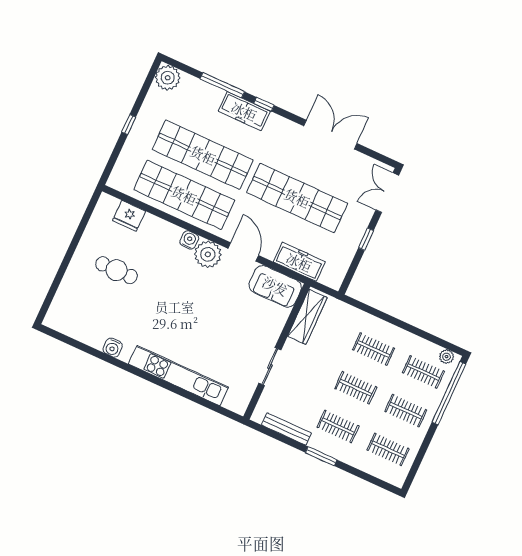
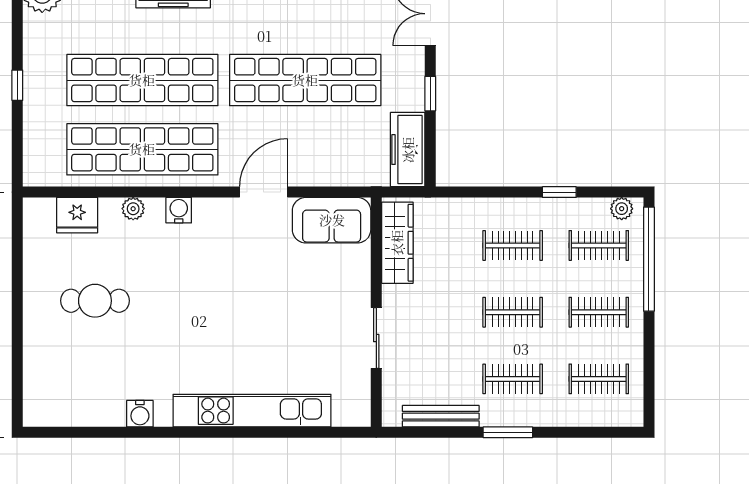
door: (243, 252) -> (264, 192), hinge flipped
plant: (208, 254) -> (133, 209), moved, width x0.53, depth x0.53
freezer: (299, 262) -> (408, 150), moved, turned -90
window: (415, 330) -> (559, 192), added

